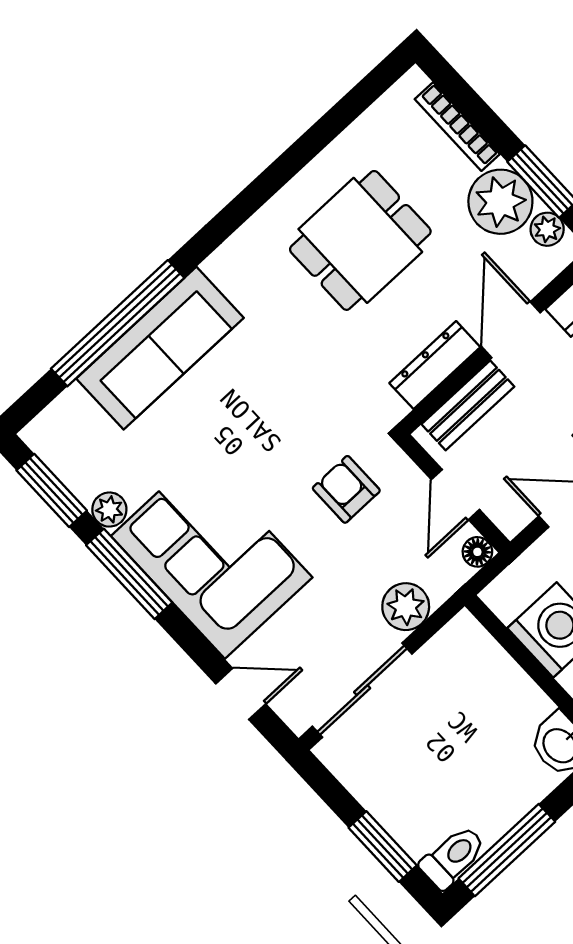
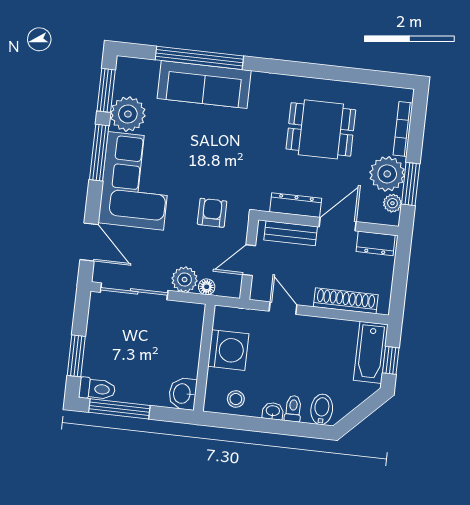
plant: (109, 510) -> (128, 114), width x1.87, depth x1.87
floor lamp: (477, 552) -> (207, 287), moved
door: (241, 694) -> (89, 242), width x1.38

